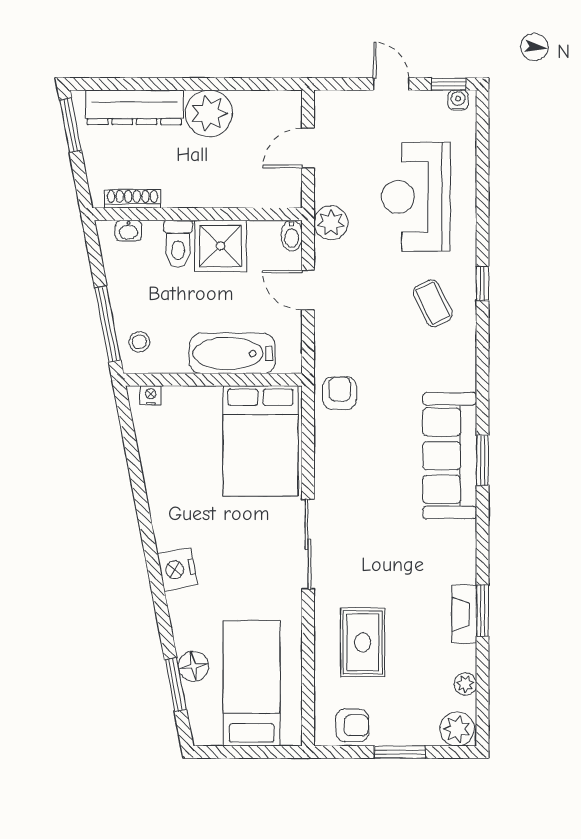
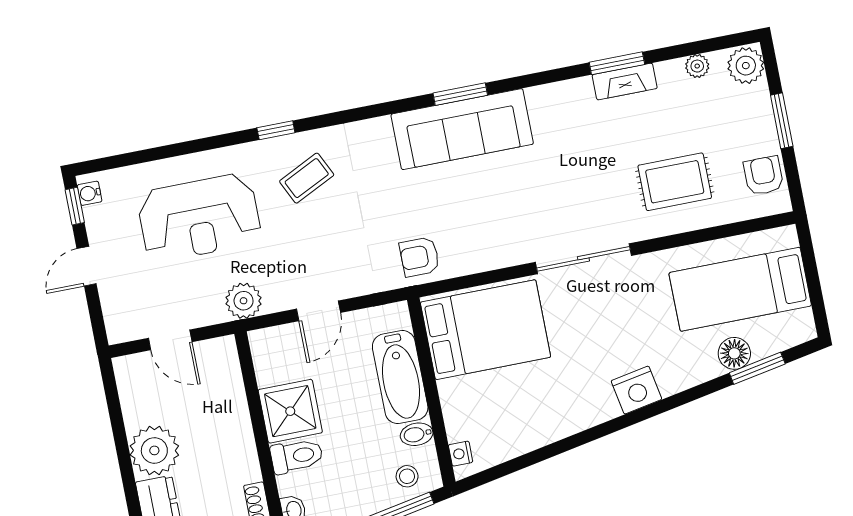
bidet: (292, 235) -> (417, 434), moved, turned 180

